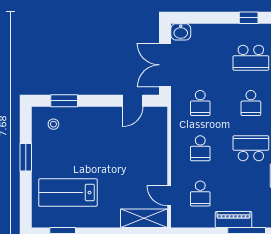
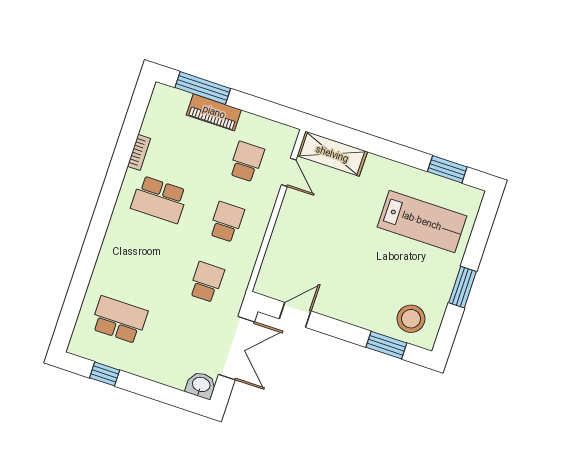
school desk: (251, 103) -> (139, 260), removed
stool: (53, 124) -> (411, 319), width x1.89, depth x1.89

